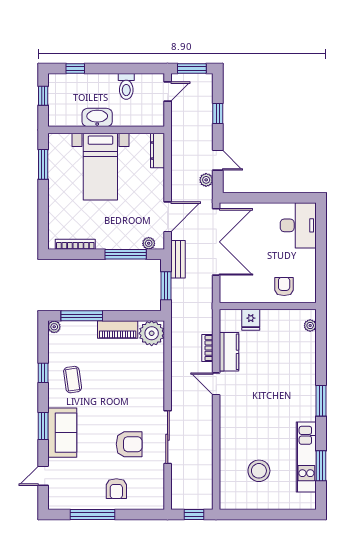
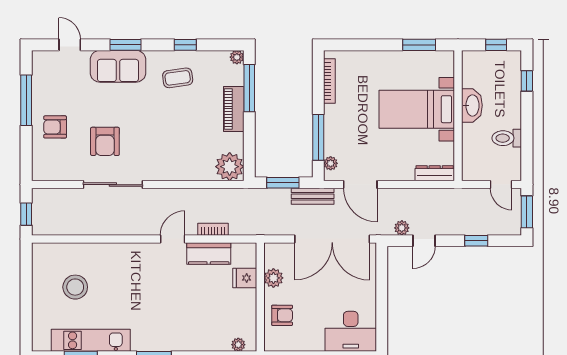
plant: (251, 294) -> (273, 278), added
piano: (118, 330) -> (234, 109), moved

